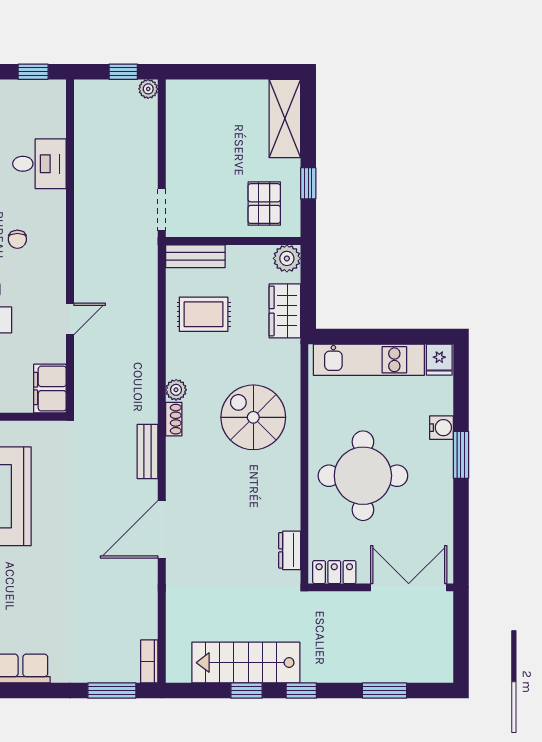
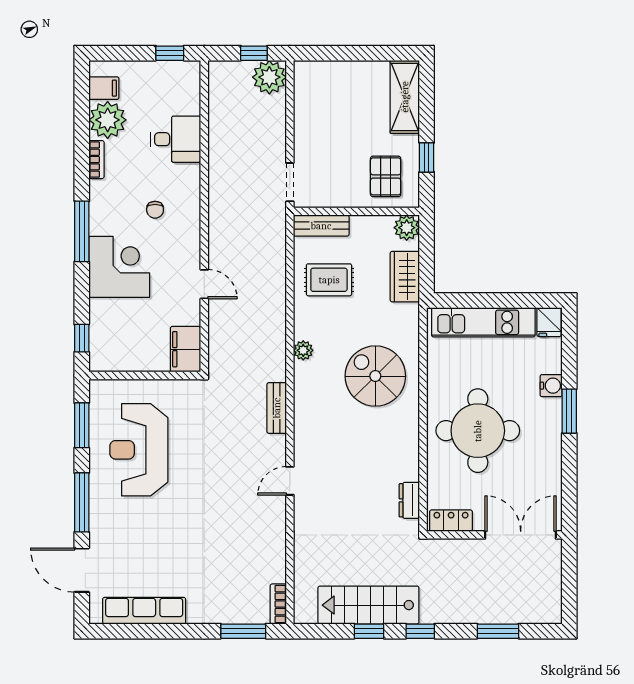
plant: (148, 89) -> (269, 77), width x1.88, depth x1.88
door: (70, 319) -> (204, 284), hinge flipped
shoe rack: (174, 419) -> (301, 378), removed
door: (162, 529) -> (290, 481), width x0.53

